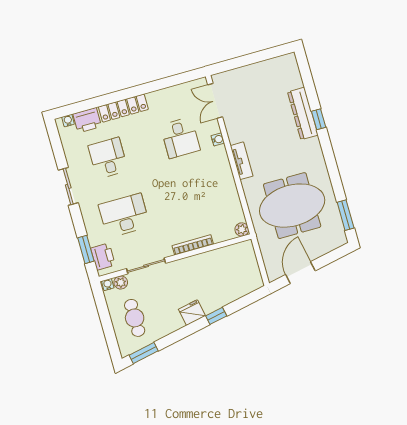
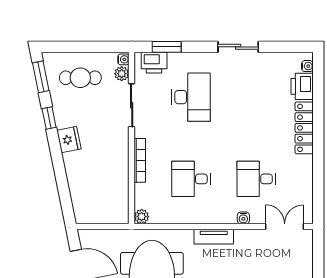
desk: (108, 158) -> (191, 179), moved, turned 180
window: (216, 316) -> (49, 118), moved

